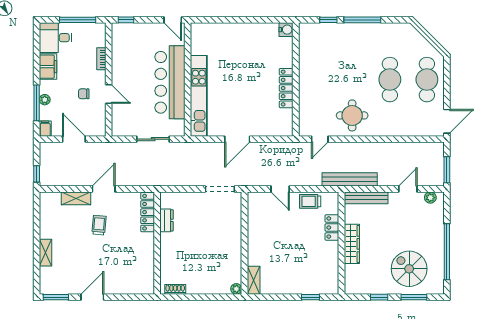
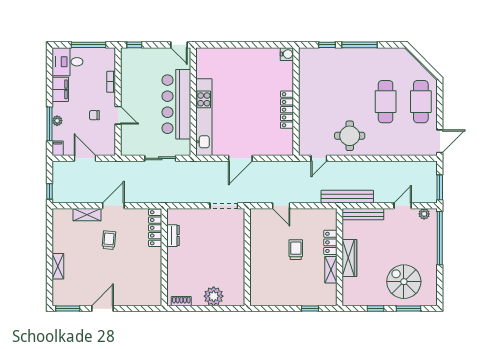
trolley: (310, 201) -> (296, 250), moved, turned 90
window: (447, 252) -> (440, 238), moved
shelving: (254, 280) -> (331, 270), moved
plant: (236, 289) -> (214, 296), moved, width x1.88, depth x1.88

